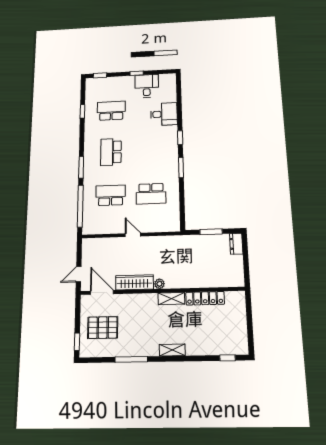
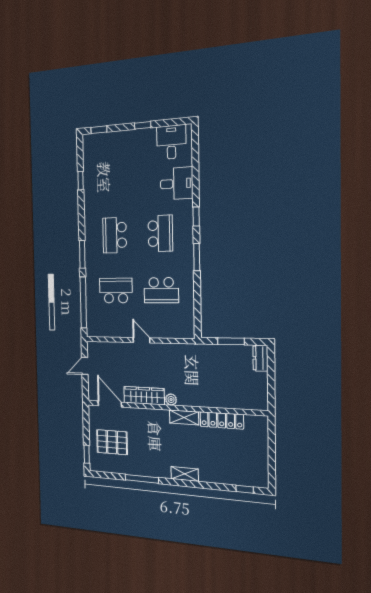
desk: (147, 86) -> (171, 142), moved
school desk: (111, 111) -> (160, 233), moved, turned 90
door: (79, 274) -> (85, 366), moved

